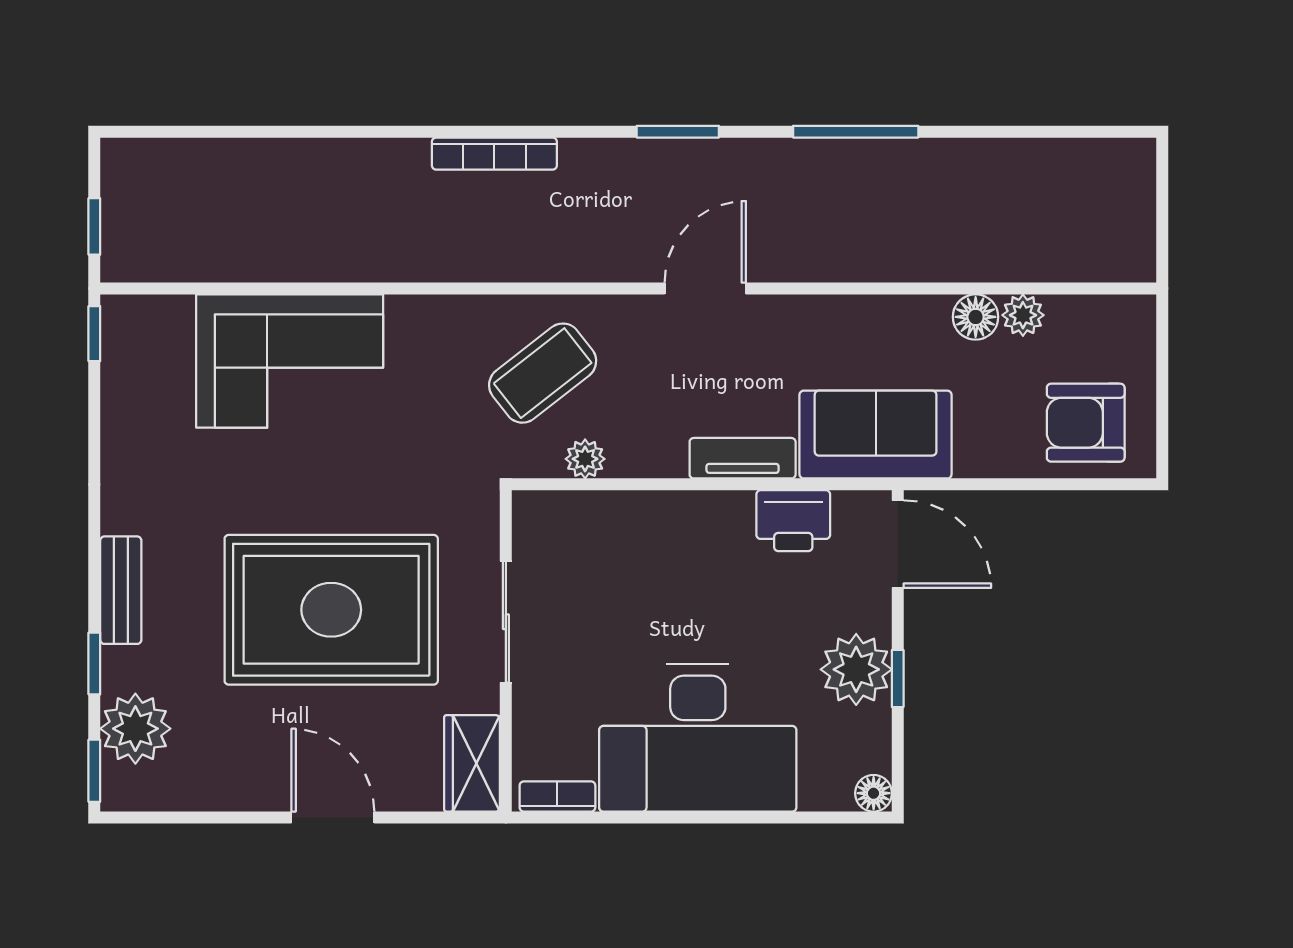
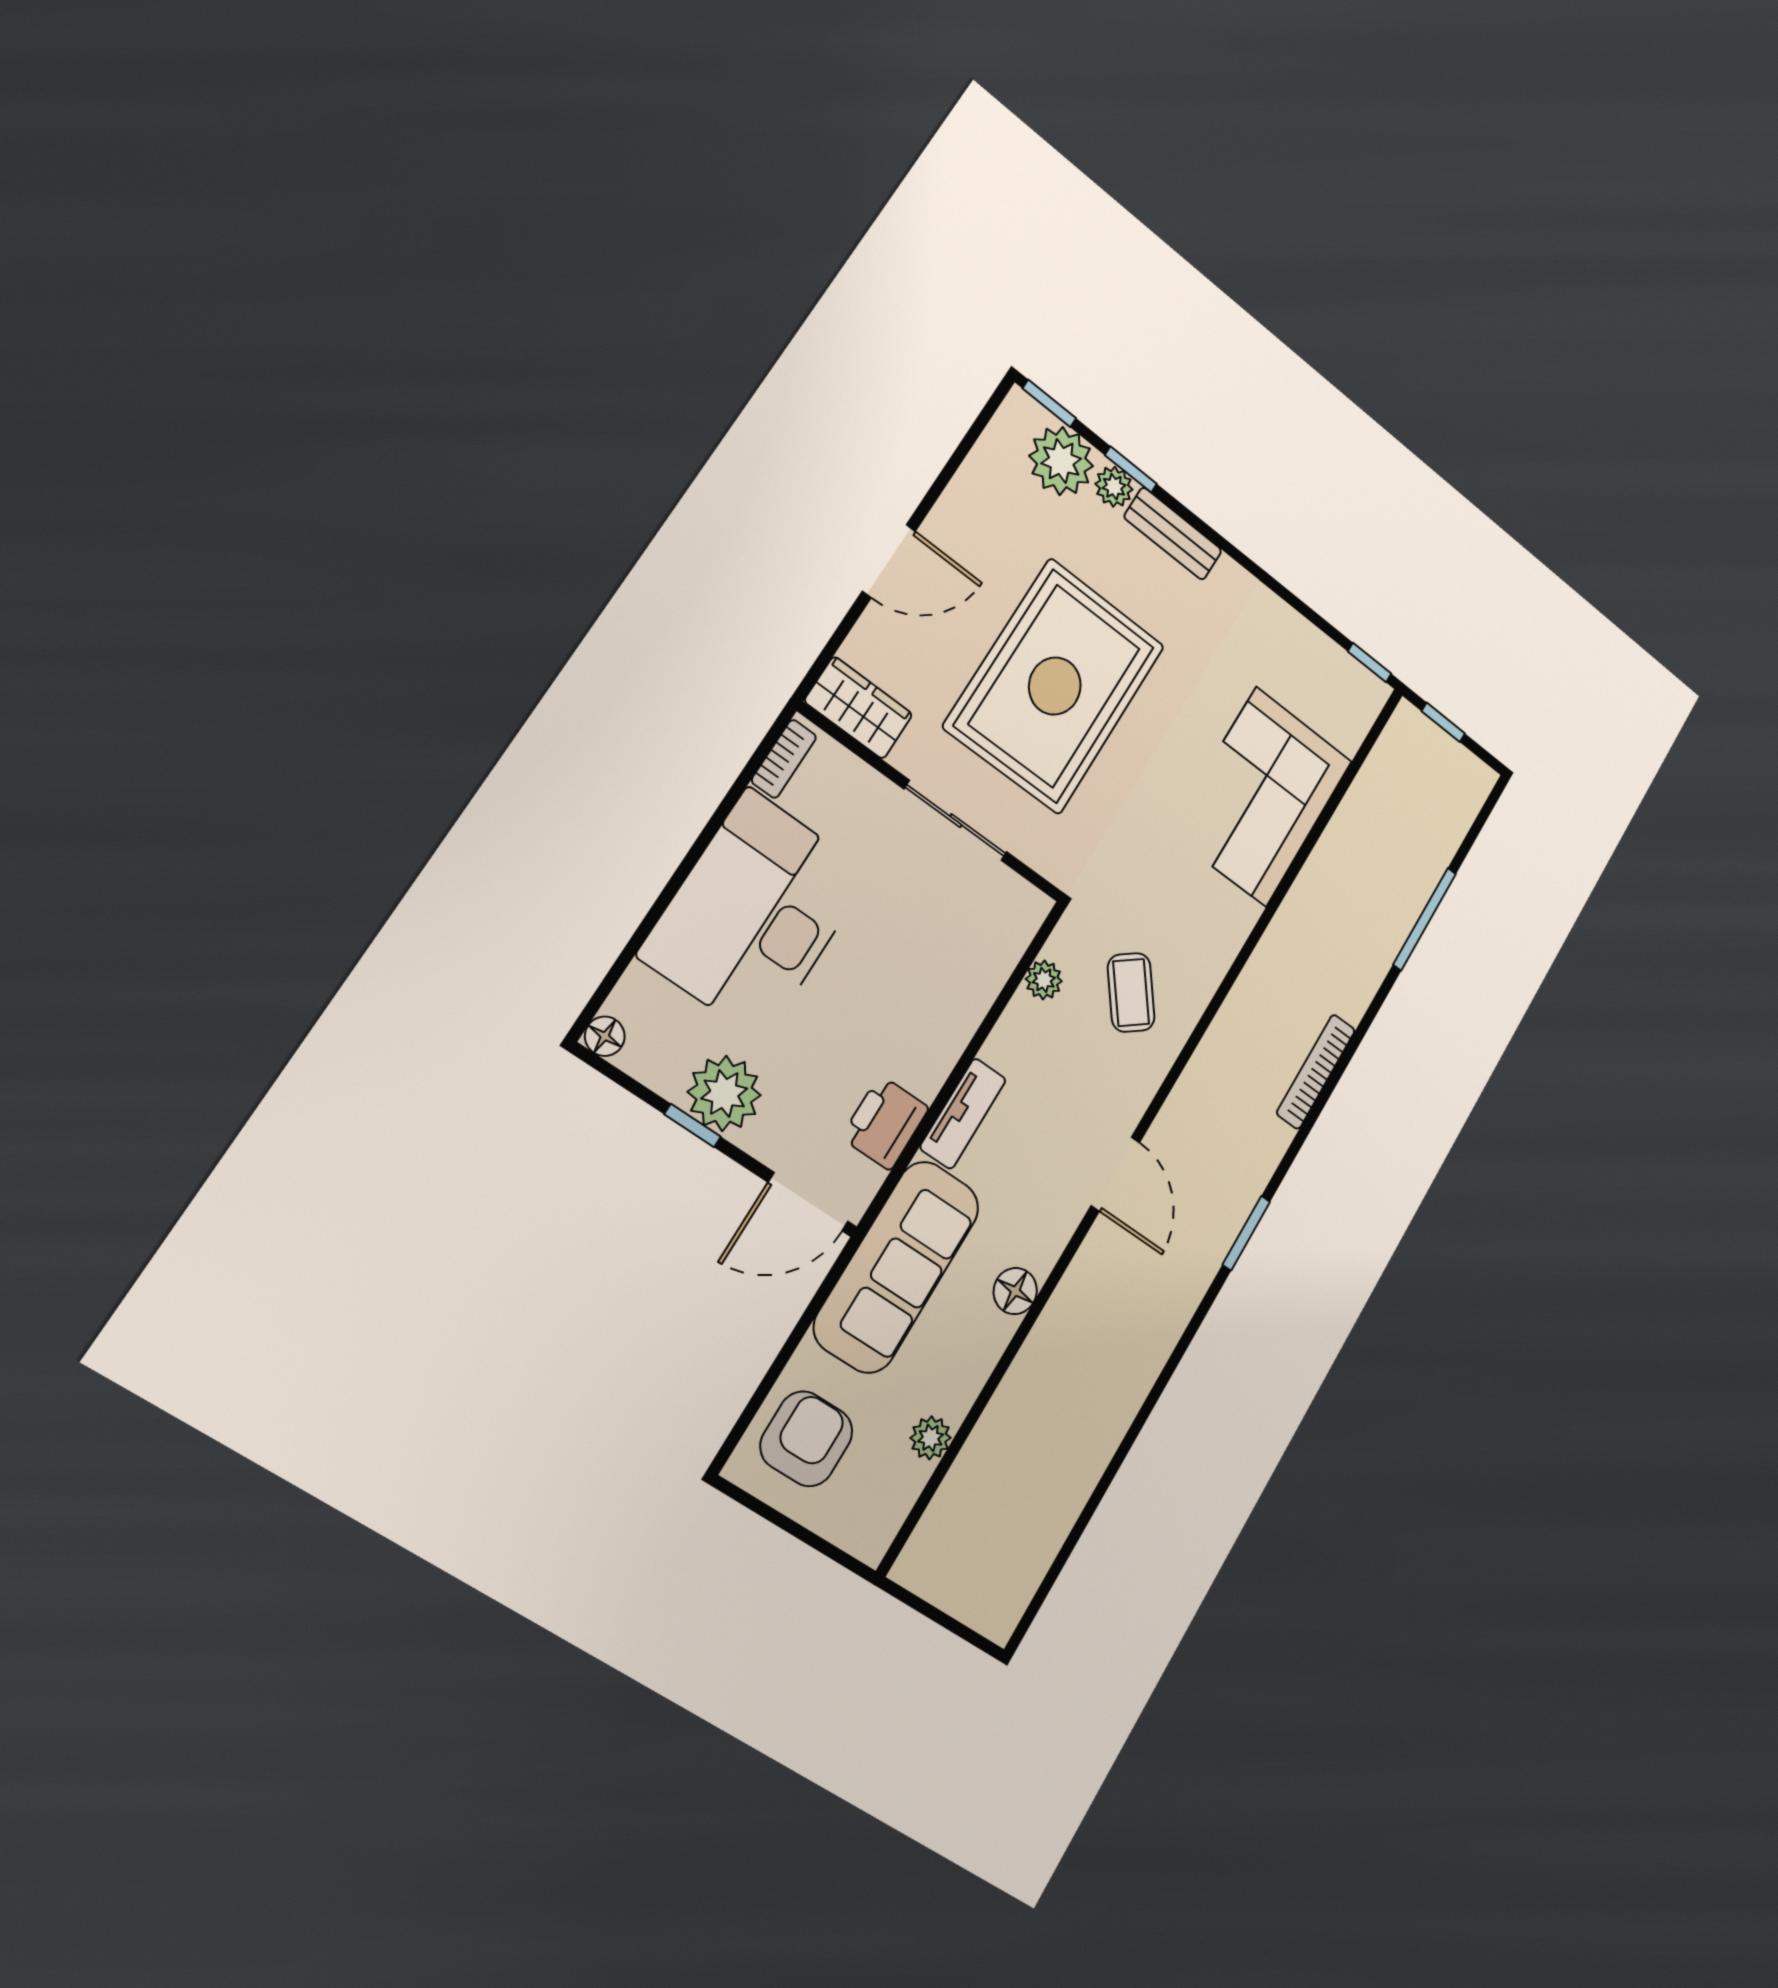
window: (856, 132) -> (1425, 919), moved
floor lamp: (976, 317) -> (1015, 1291), moved
coffee table: (543, 373) -> (1131, 993), width x0.73, depth x0.77
sofa: (876, 435) -> (897, 1267), width x1.36
plant: (121, 669) -> (1114, 487), added

